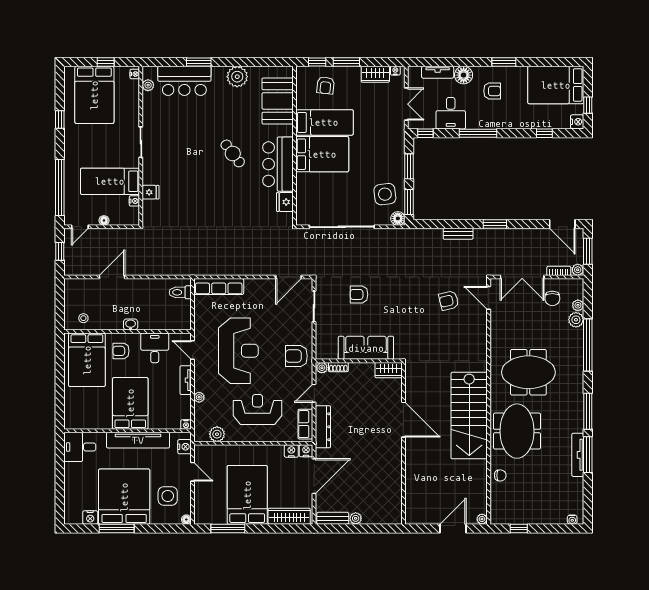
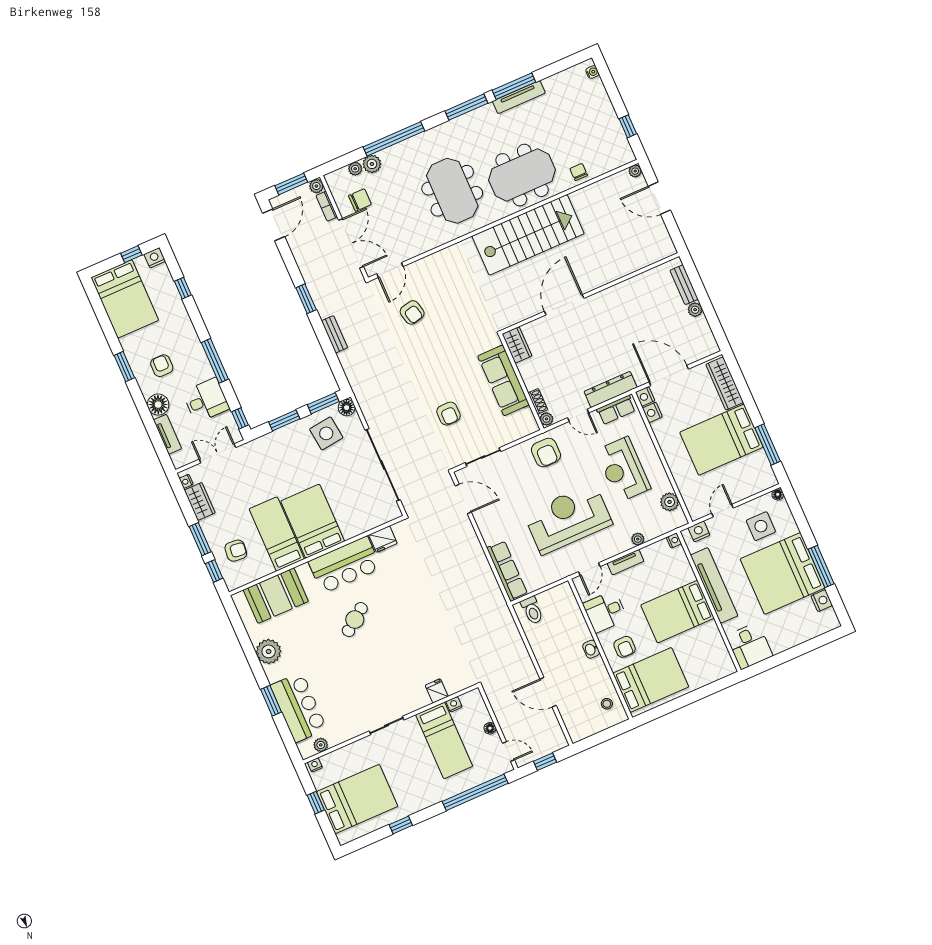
bench: (333, 518) -> (684, 285), moved

